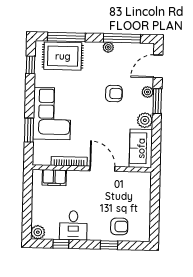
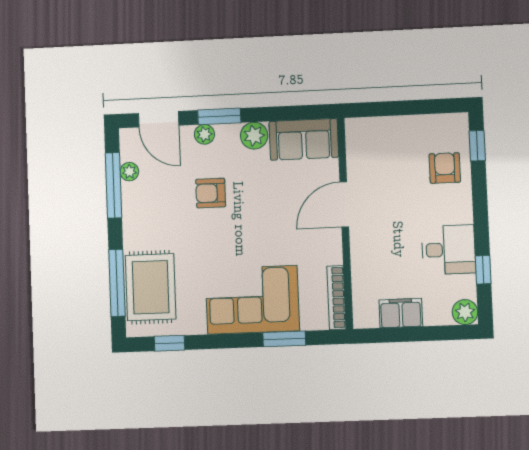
plant: (108, 47) -> (129, 172), moved
armchair: (114, 94) -> (211, 193), turned -90
bookcase: (69, 161) -> (336, 298), moved
filing cabinet: (54, 178) -> (401, 313), moved, turned -90
window: (109, 245) -> (477, 146), moved

